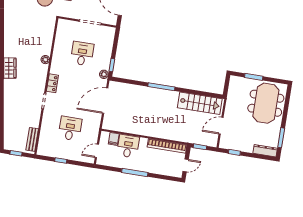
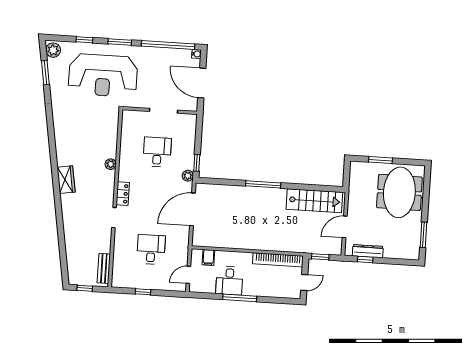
desk: (128, 146) -> (229, 281), moved, turned 180
dresser: (265, 151) -> (368, 251), moved

